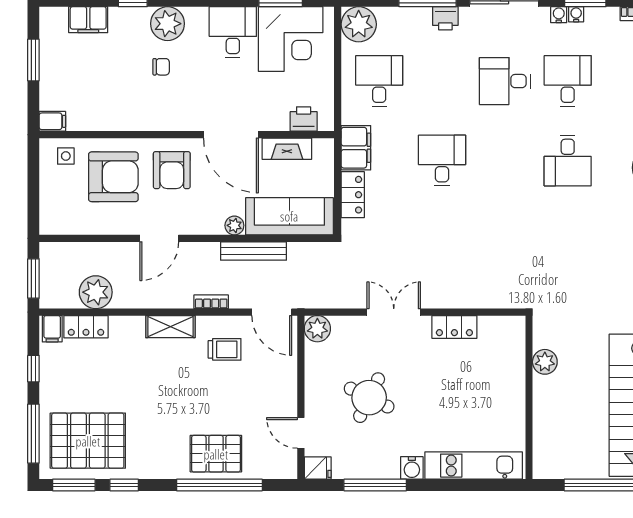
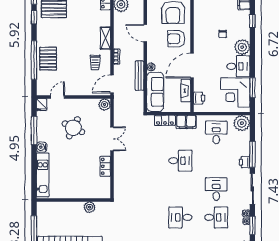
plant: (168, 24) -> (242, 47), moved
desk: (379, 81) -> (216, 132), turned -90

